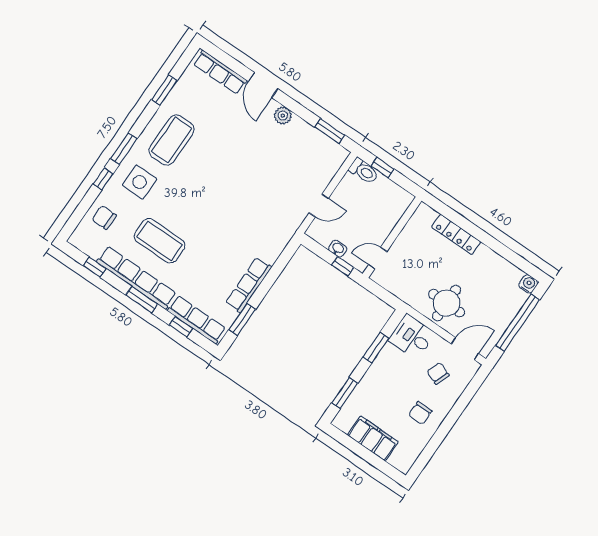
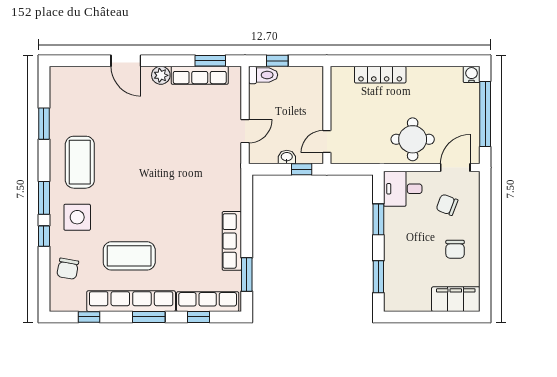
row of seats: (220, 72) -> (200, 75), moved
chair: (104, 217) -> (68, 269), turned -80
filing cabinet: (373, 438) -> (456, 299), moved

